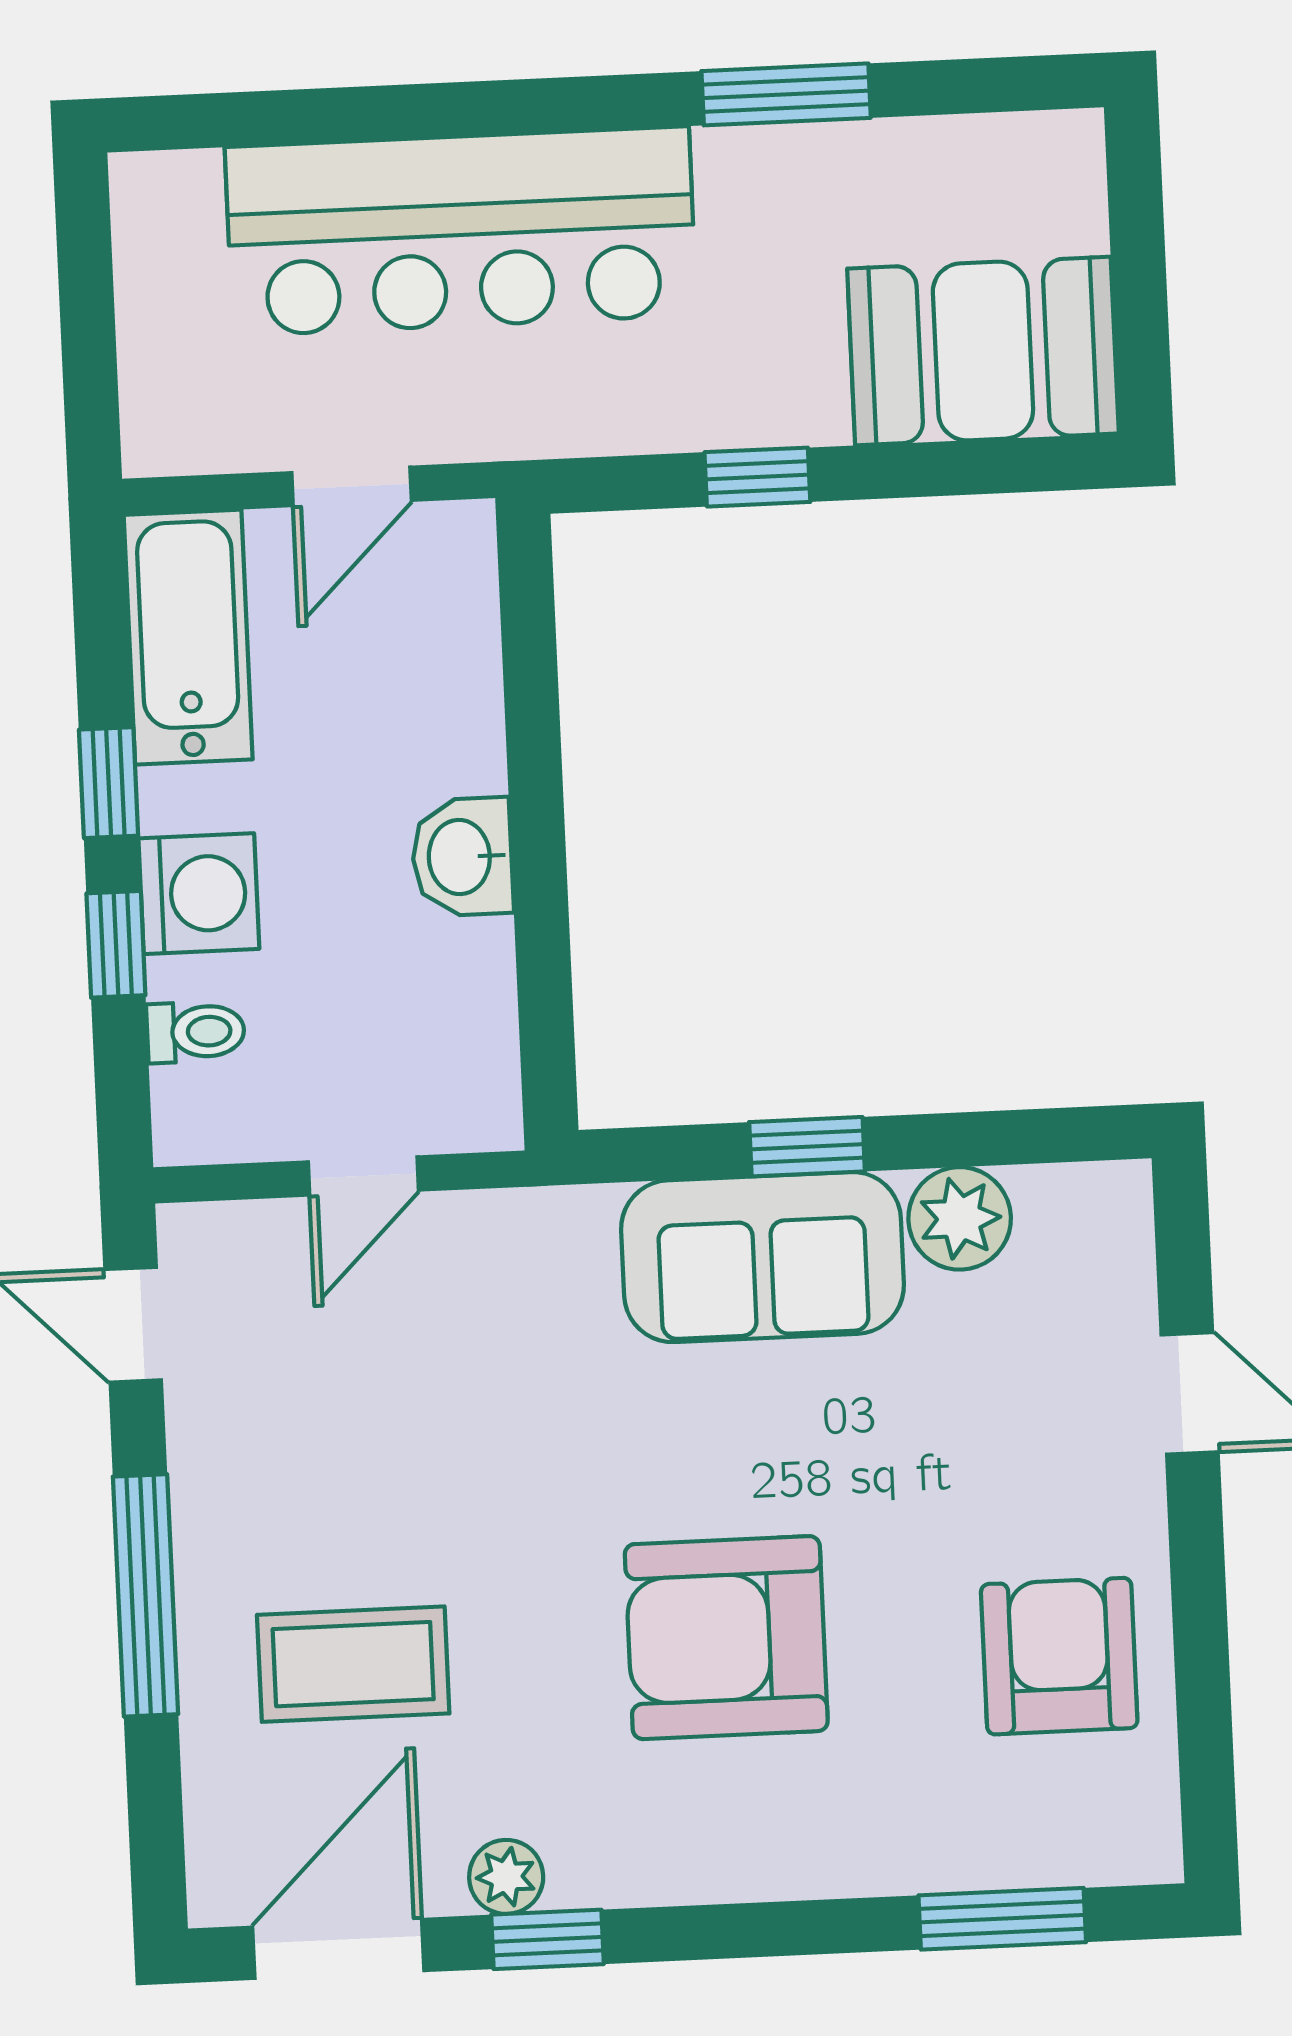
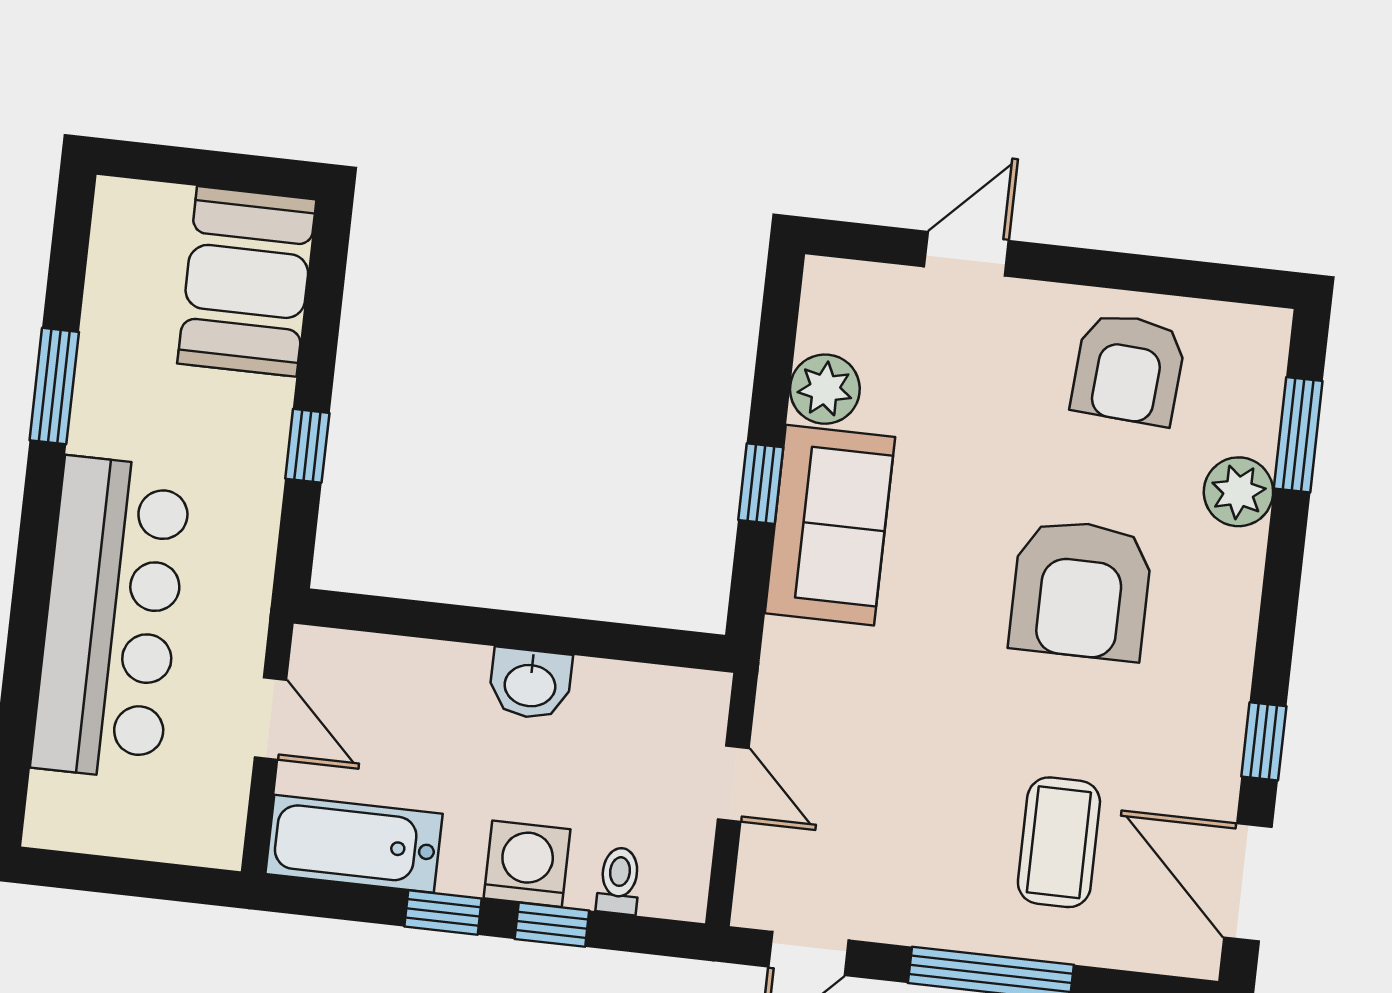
armchair: (1059, 1656) -> (1128, 369), turned -86
plant: (506, 1877) -> (1238, 492), moved, width x1.38, depth x1.38

